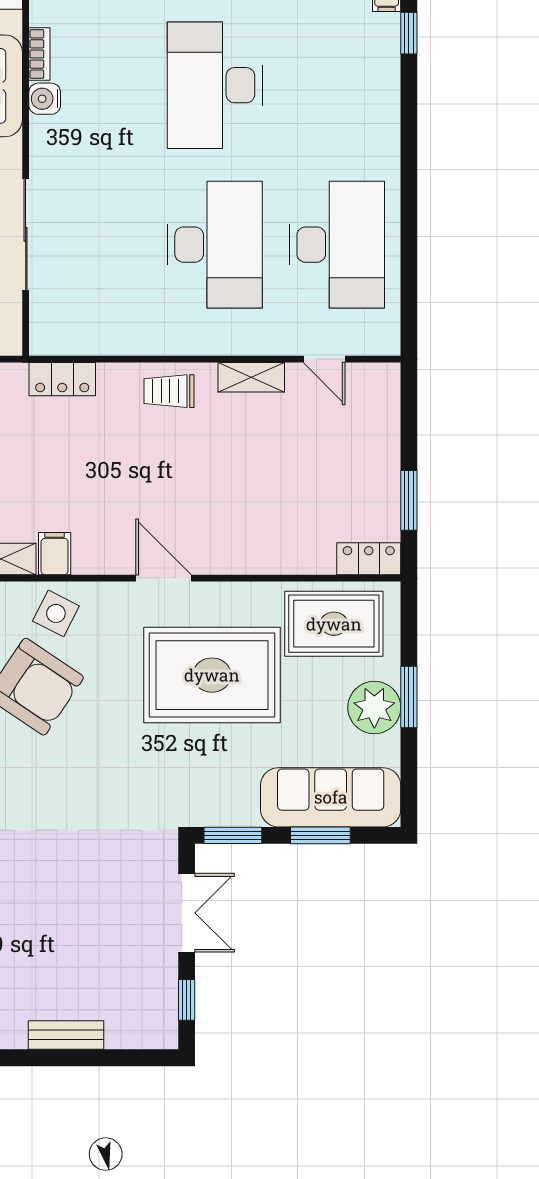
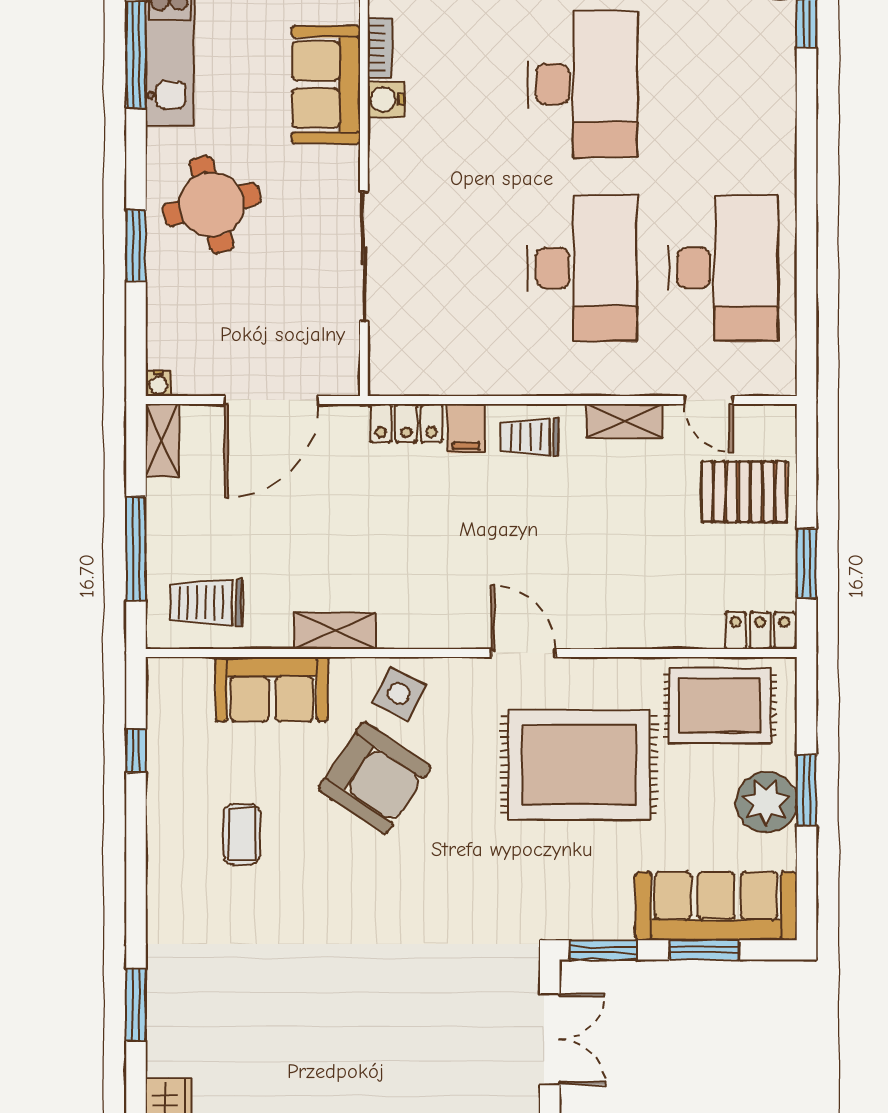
desk: (215, 85) -> (582, 84), turned 180
pallet: (355, 439) -> (744, 492), added
filing cabinet: (55, 554) -> (466, 428), moved, turned 180

